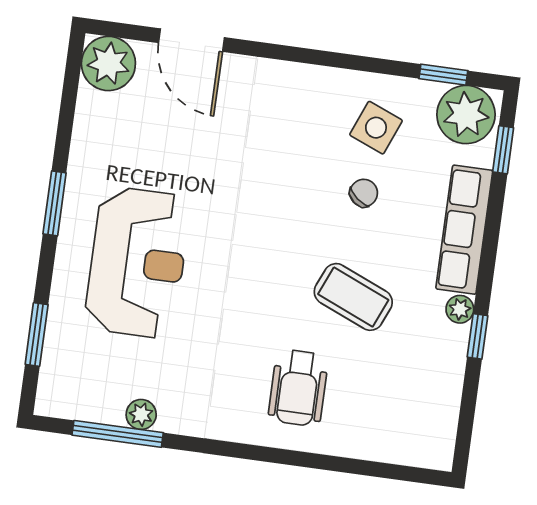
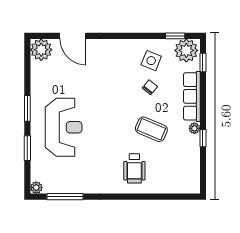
window: (37, 334) -> (27, 148), moved
plant: (141, 414) -> (36, 188), moved

